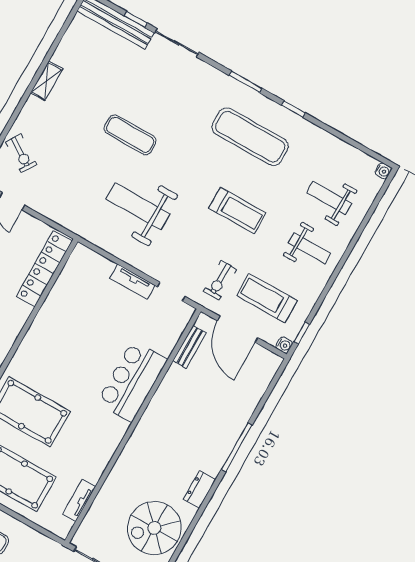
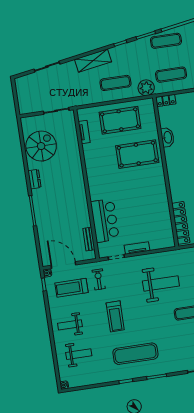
treadmill: (237, 211) -> (115, 316), turned -90
treadmill: (267, 298) -> (71, 288), turned 180
door: (238, 329) -> (63, 265), moved
bar counter: (132, 381) -> (105, 220), moved

